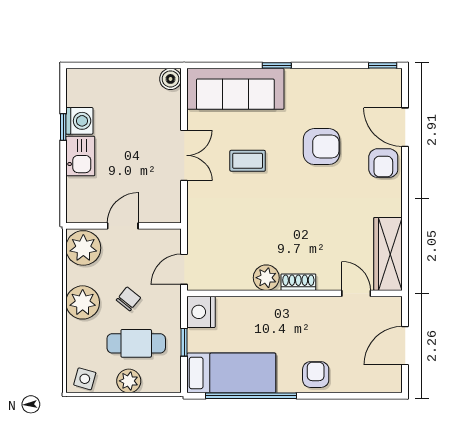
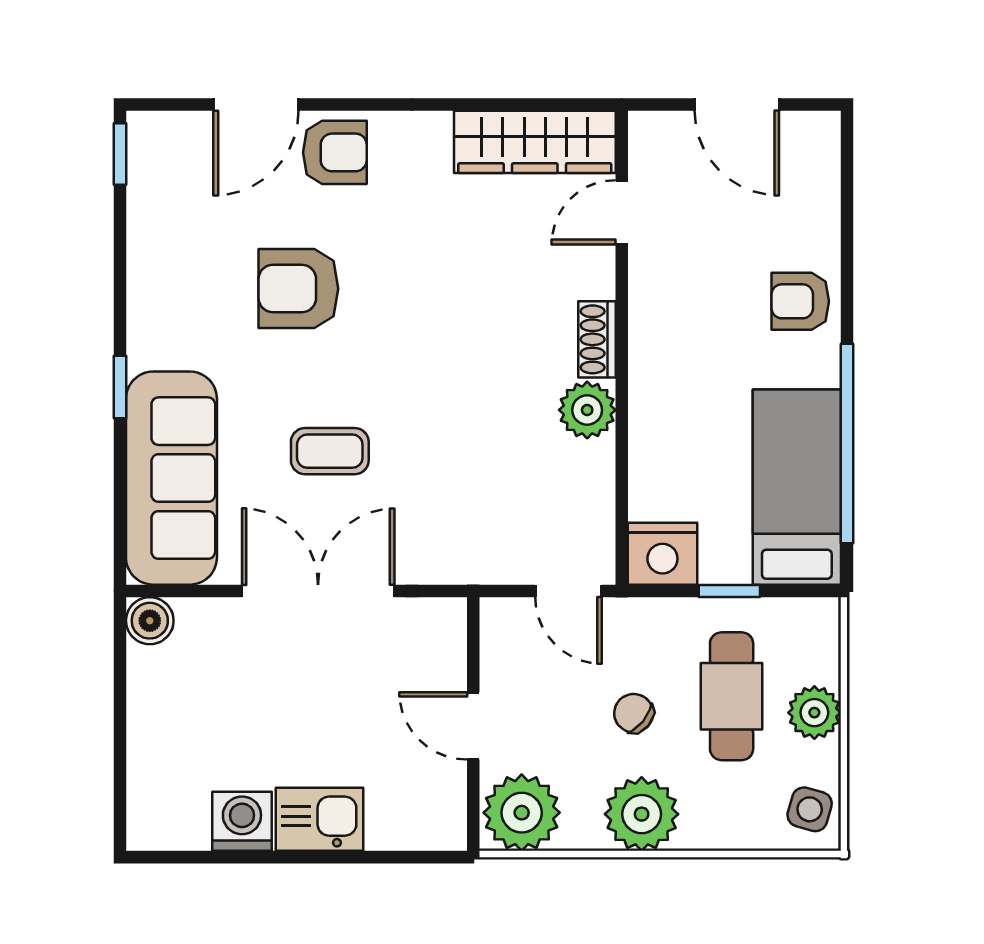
window: (63, 127) -> (255, 857), removed
armchair: (321, 147) -> (298, 289), turned -90
double door: (184, 155) -> (318, 591), width x1.37
coffee table: (248, 161) -> (330, 451), turned 90

